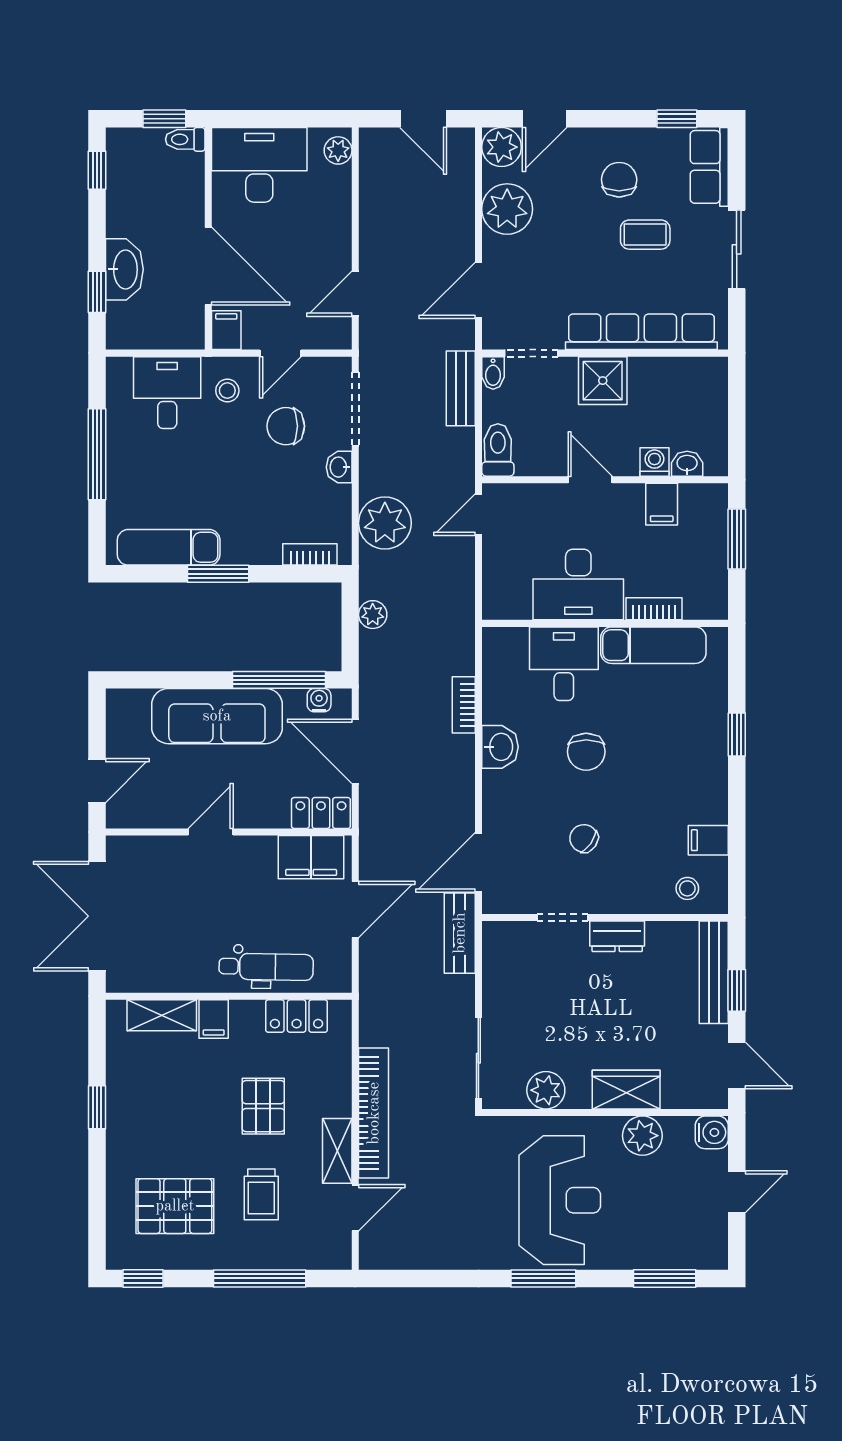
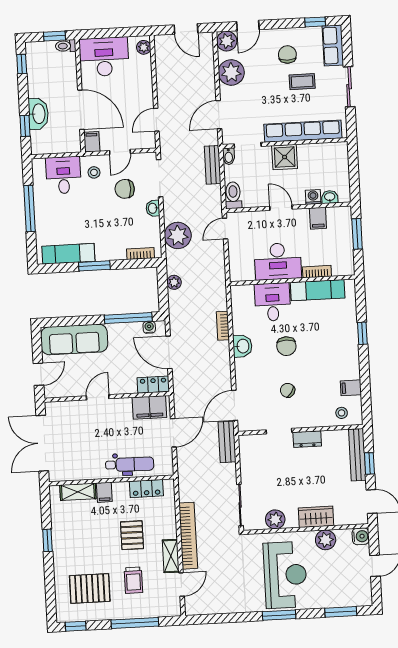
sofa: (217, 716) -> (74, 339), moved

